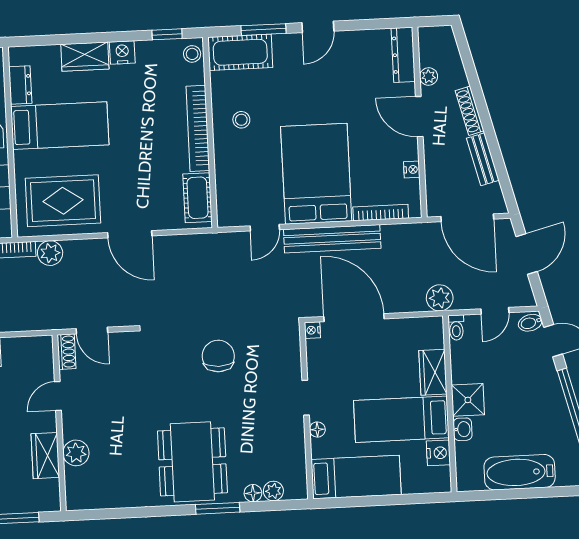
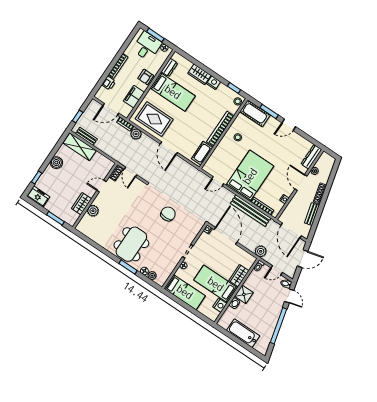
bench: (332, 239) -> (251, 211), moved

